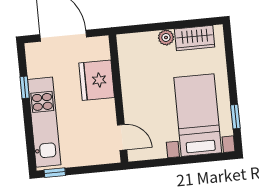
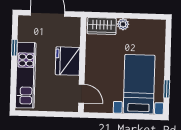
wardrobe: (195, 38) -> (102, 26), moved
fridge: (97, 80) -> (68, 61), moved
window: (55, 173) -> (29, 113), removed

